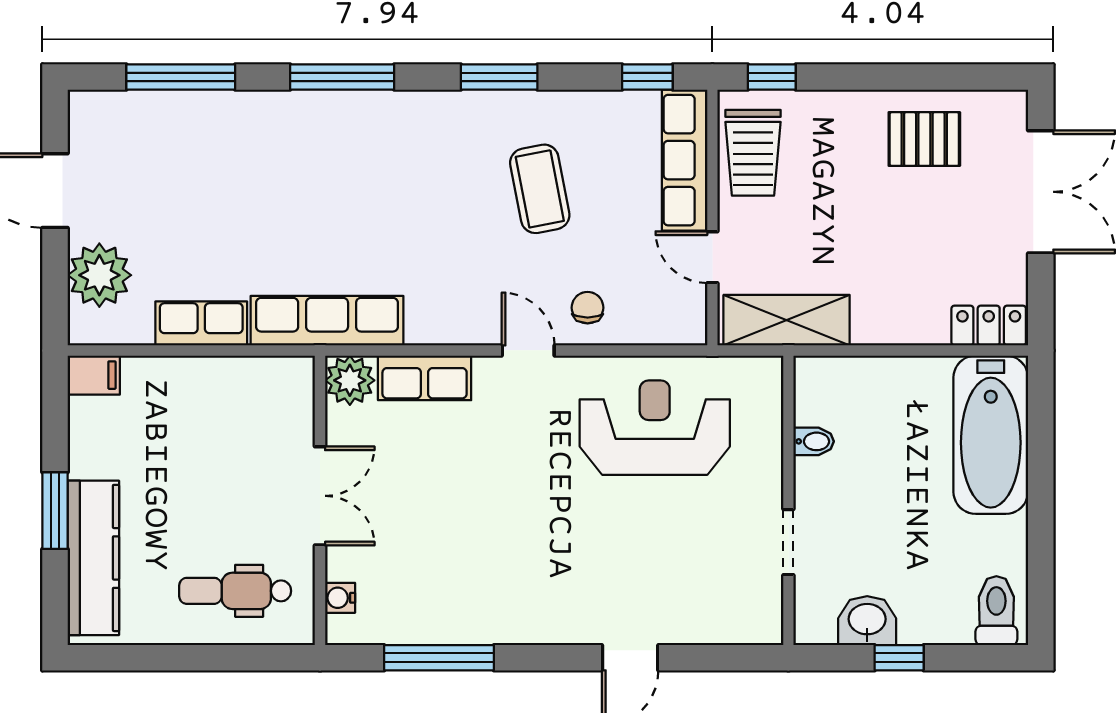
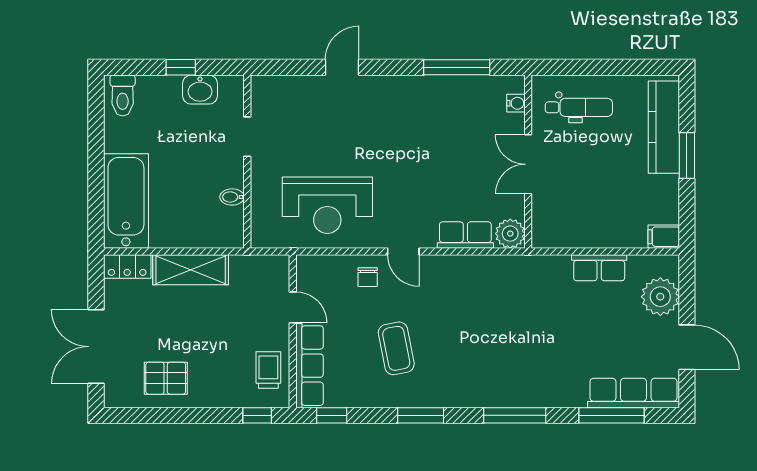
trolley: (753, 153) -> (268, 370), width x0.73, depth x0.72
shelving: (787, 320) -> (191, 270), moved
row of seats: (327, 321) -> (633, 393), moved, turned 180

